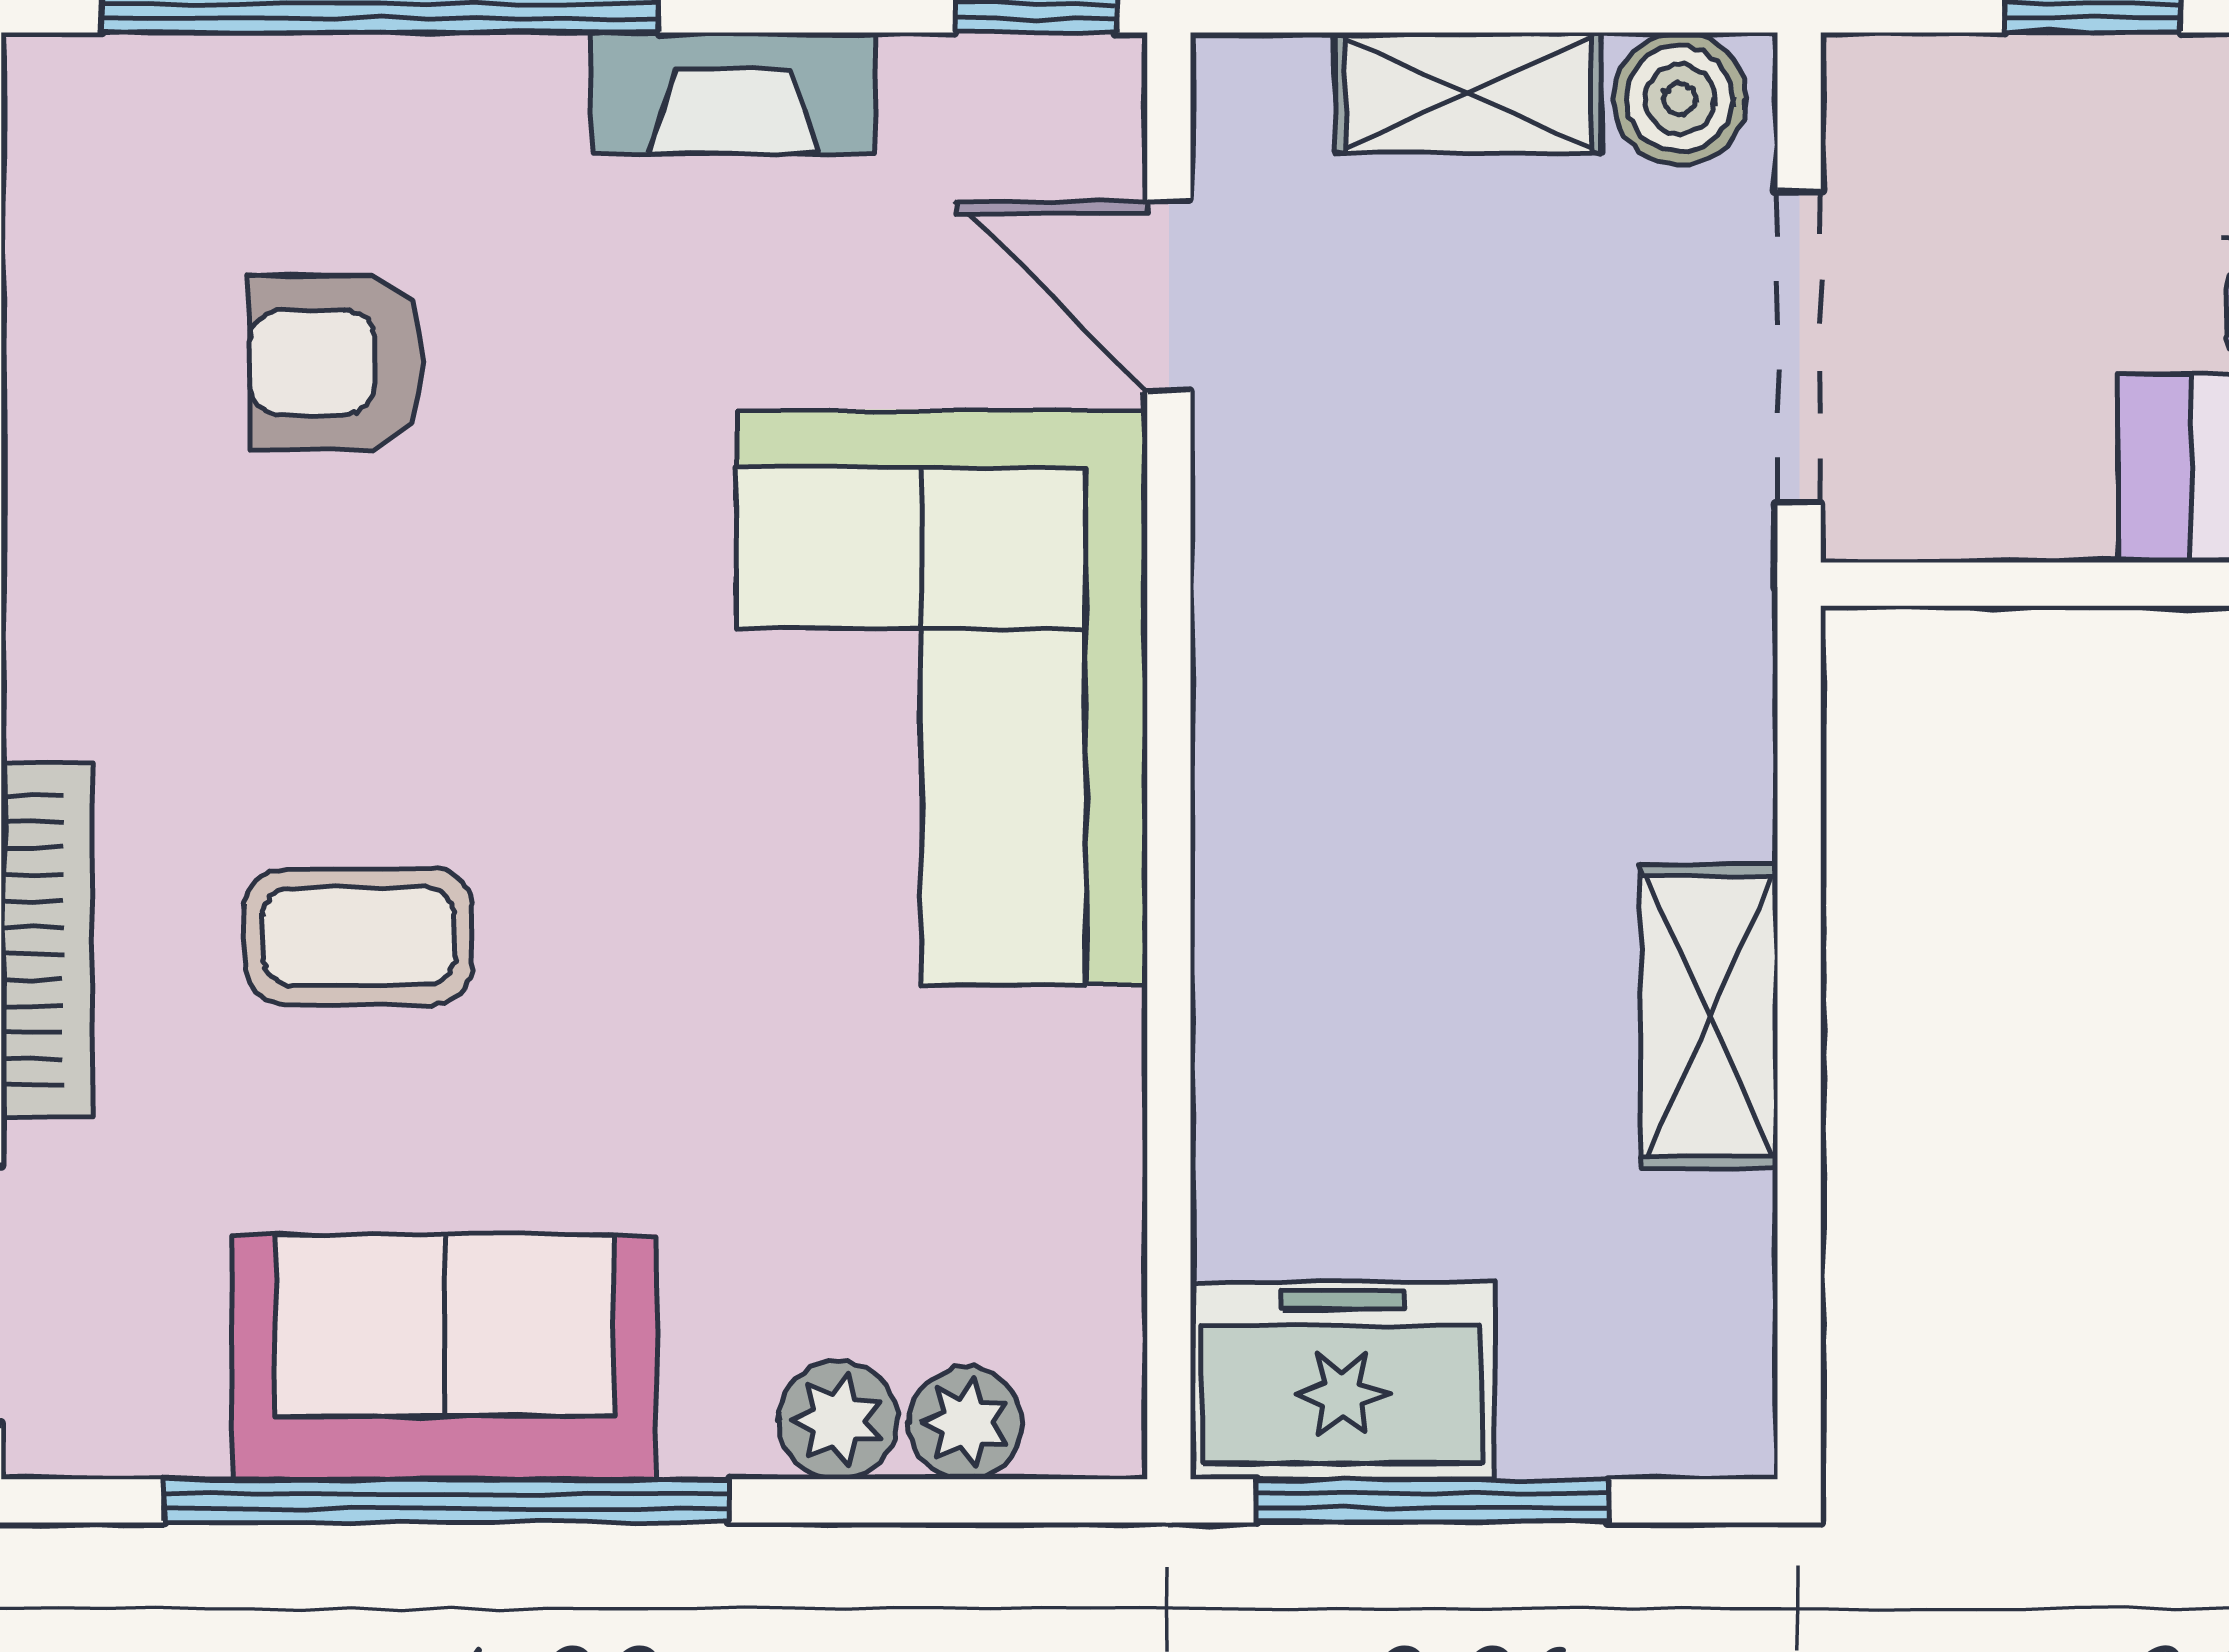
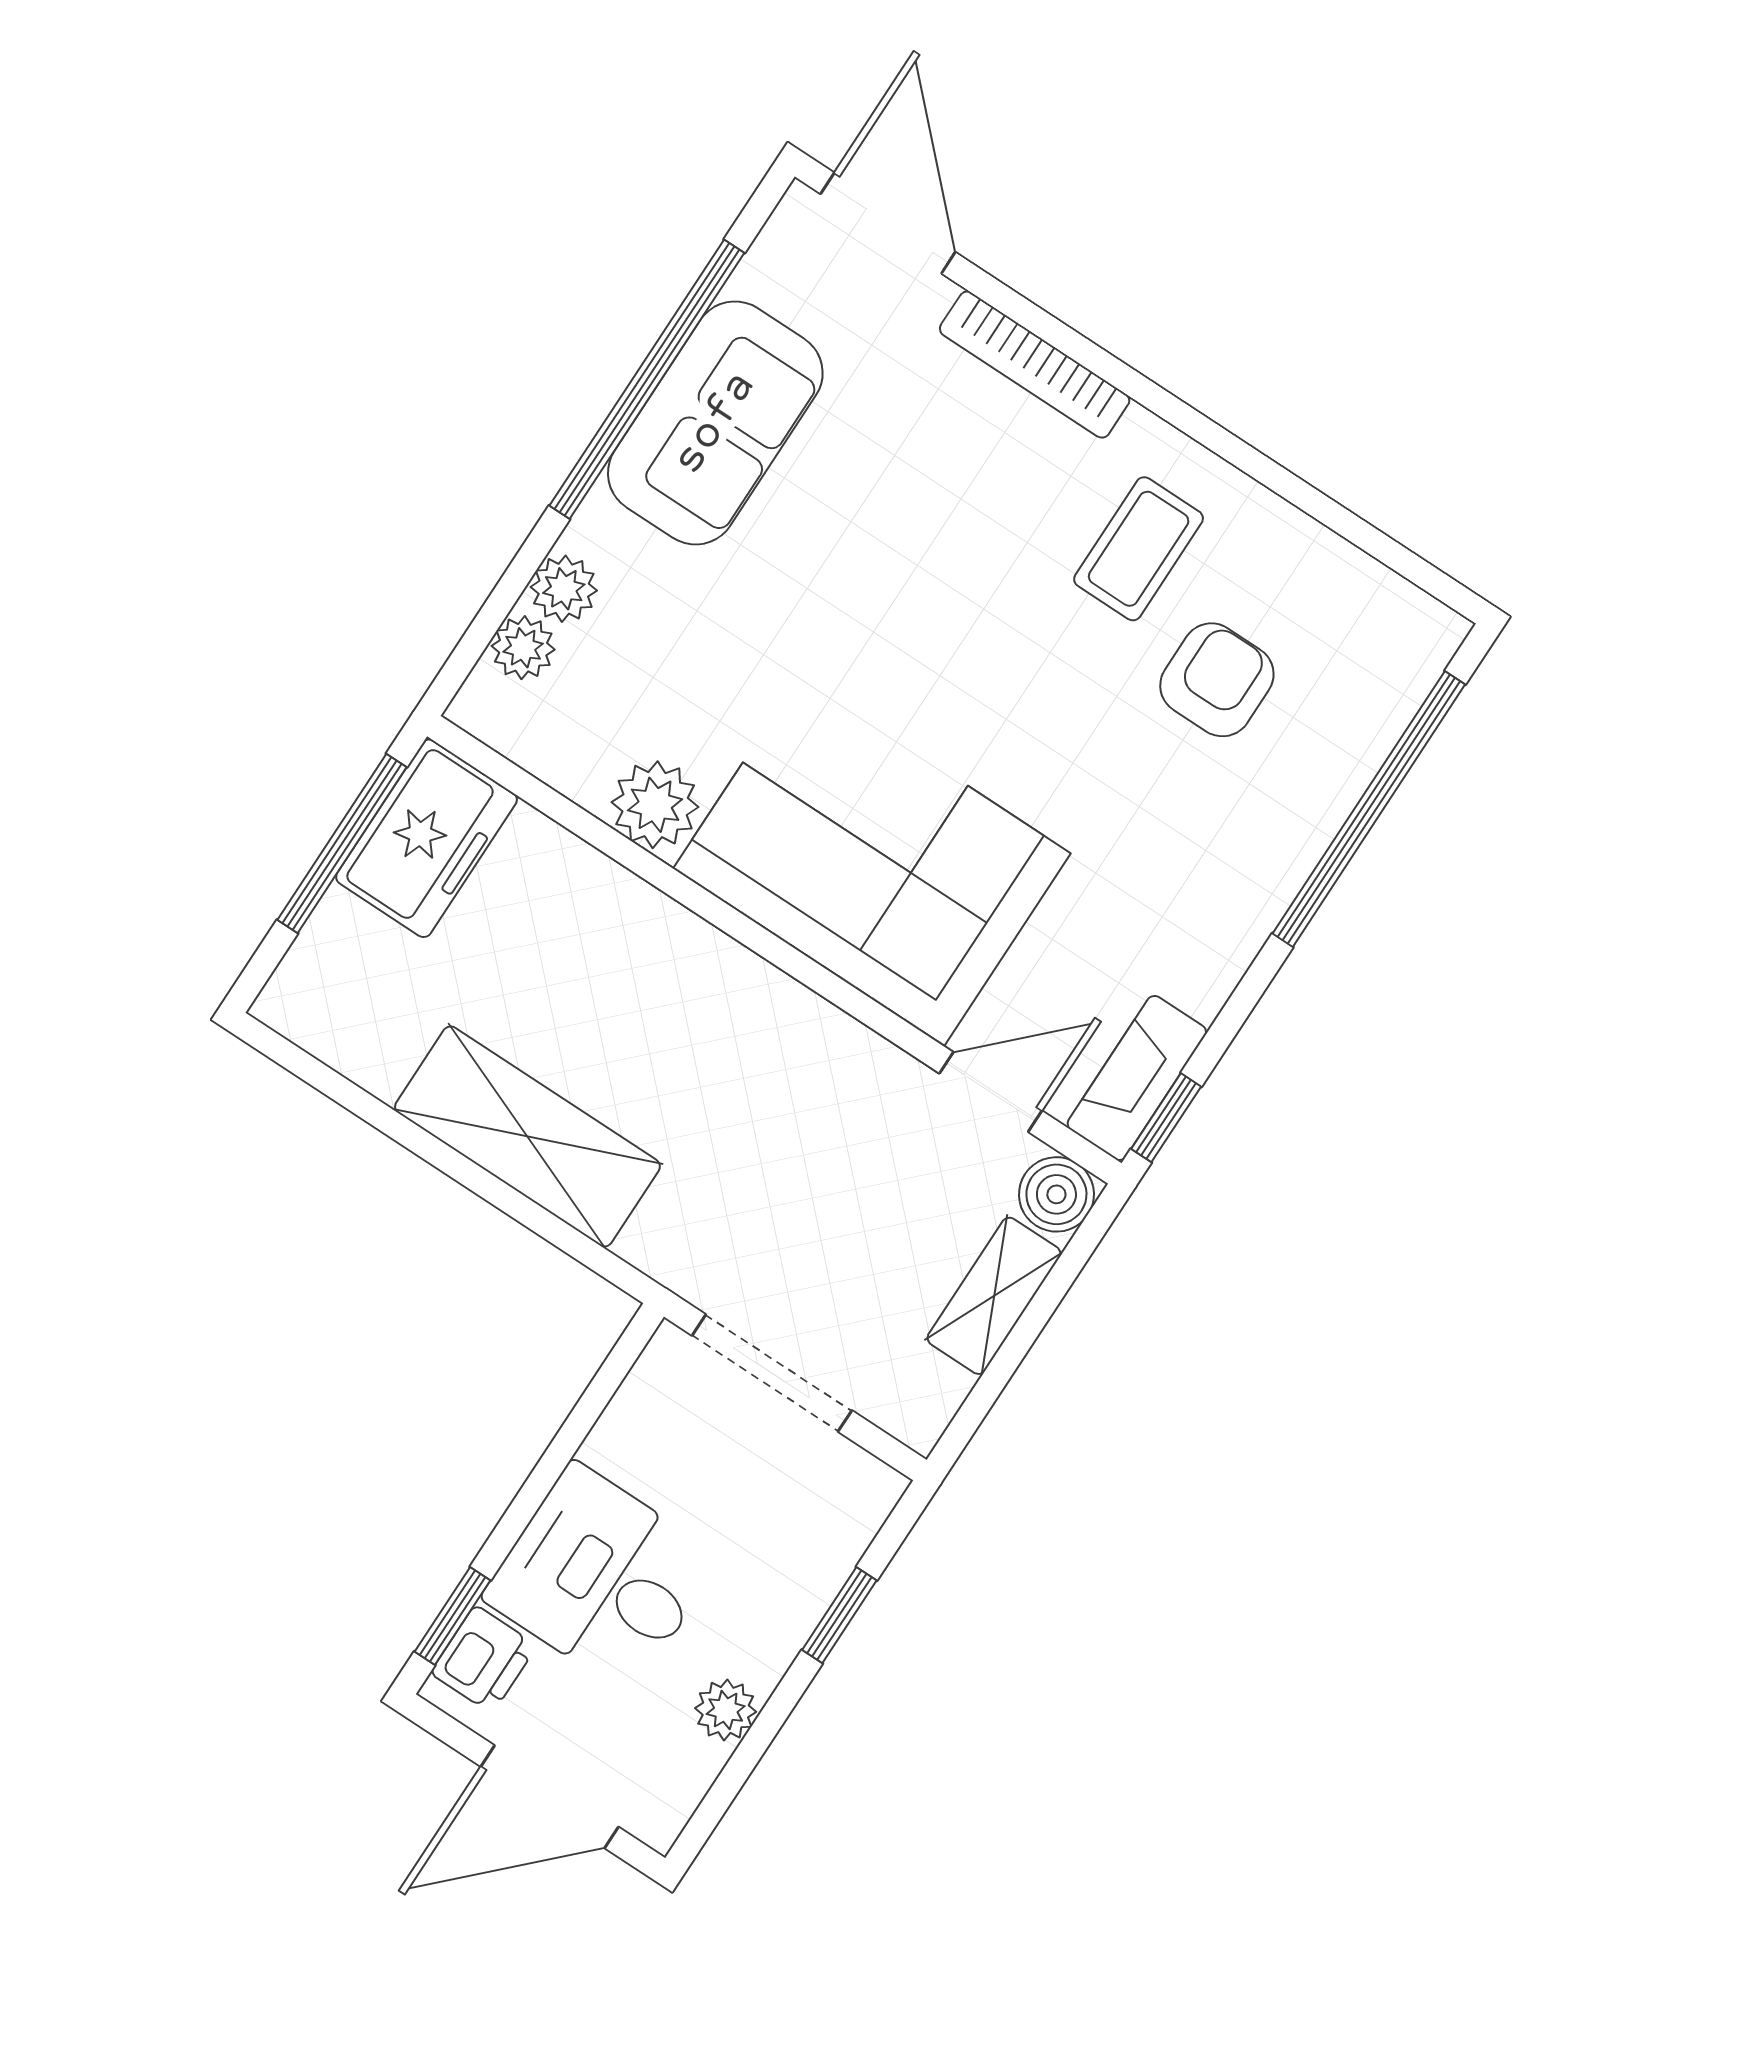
fireplace: (734, 93) -> (1137, 1078), moved
boiler: (1680, 99) -> (1056, 1194), moved
coffee table: (358, 937) -> (1139, 549), moved
shelving: (1709, 1016) -> (527, 1137), width x1.50, depth x1.33
plant: (1070, 1074) -> (655, 805), added

